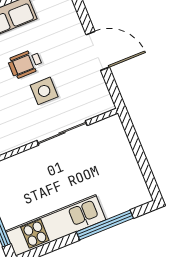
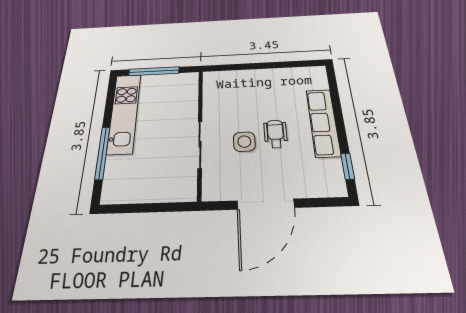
door: (98, 51) -> (266, 204), width x1.36

